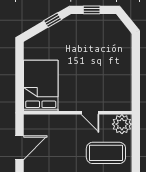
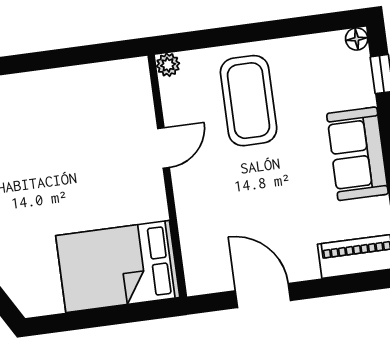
plant: (122, 124) -> (168, 65), width x0.53, depth x0.53

